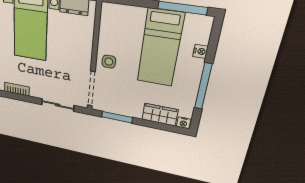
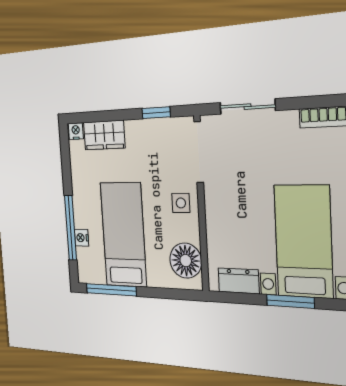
floor lamp: (112, 24) -> (186, 261), added
window: (203, 86) -> (71, 228), moved
window: (117, 117) -> (156, 113), width x0.67

